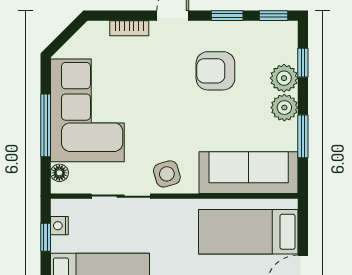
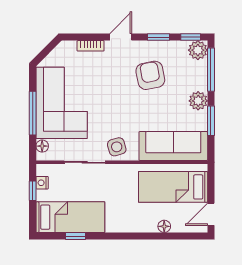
window: (303, 63) -> (211, 70), width x2.17
armchair: (215, 71) -> (150, 75), turned 79
plant: (284, 78) -> (198, 50), moved

